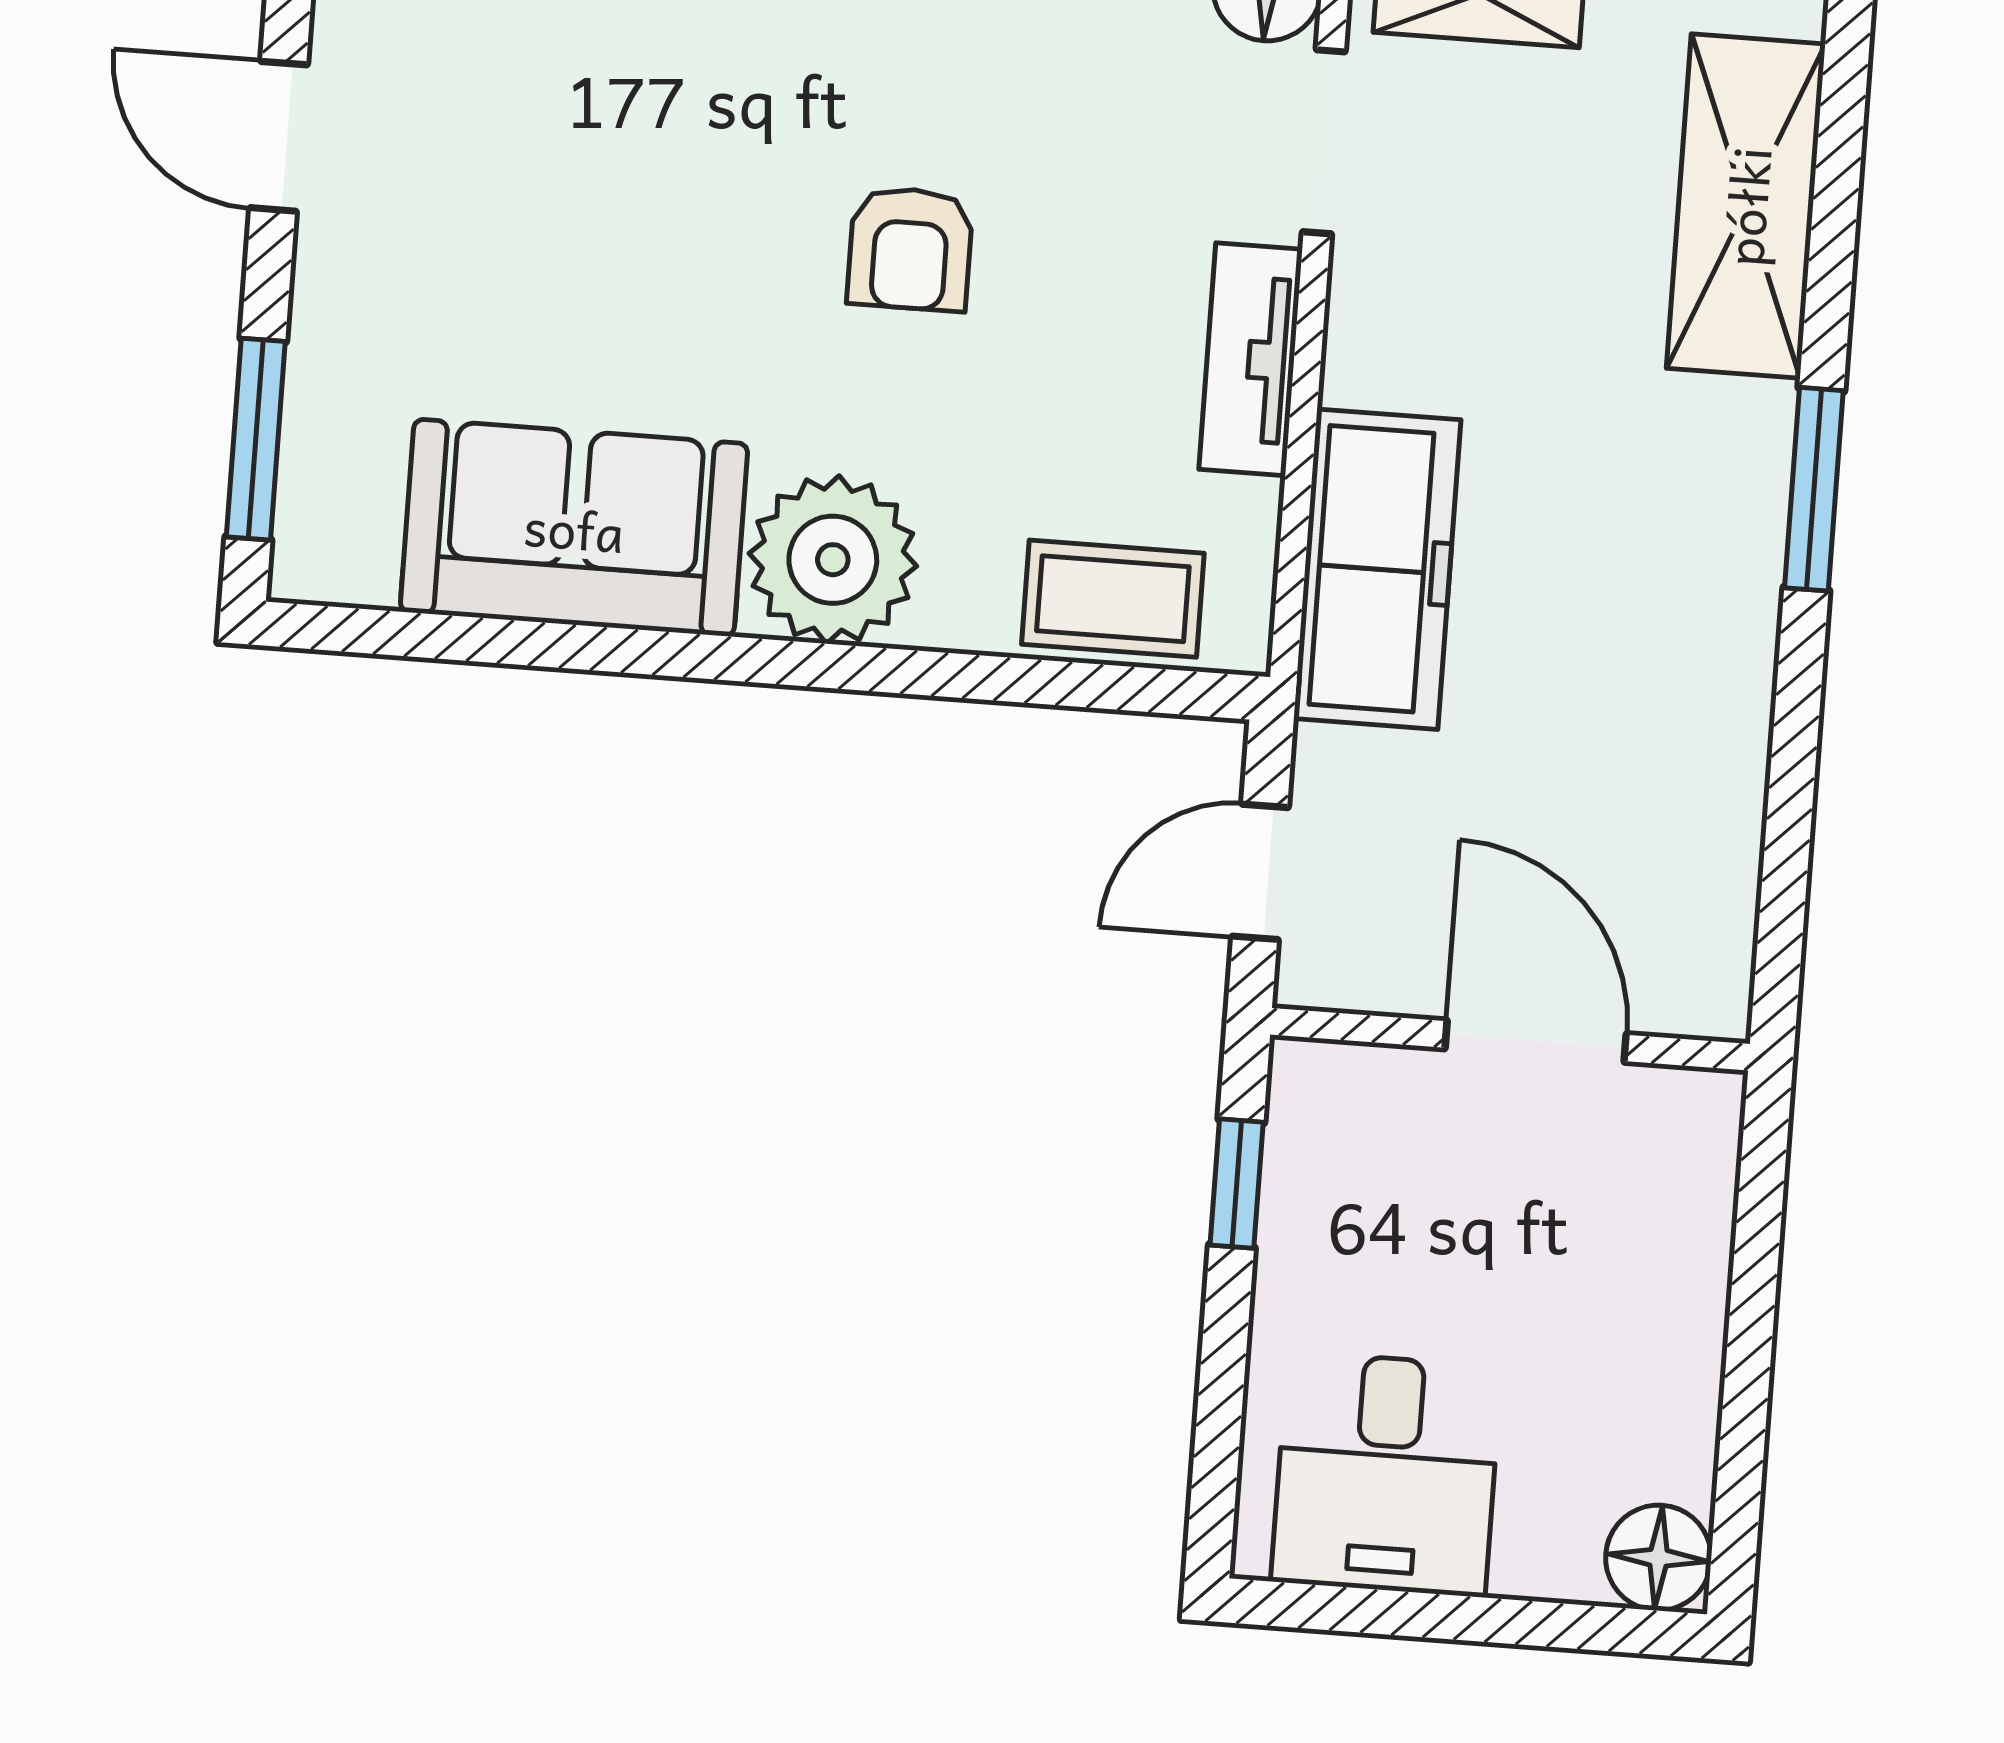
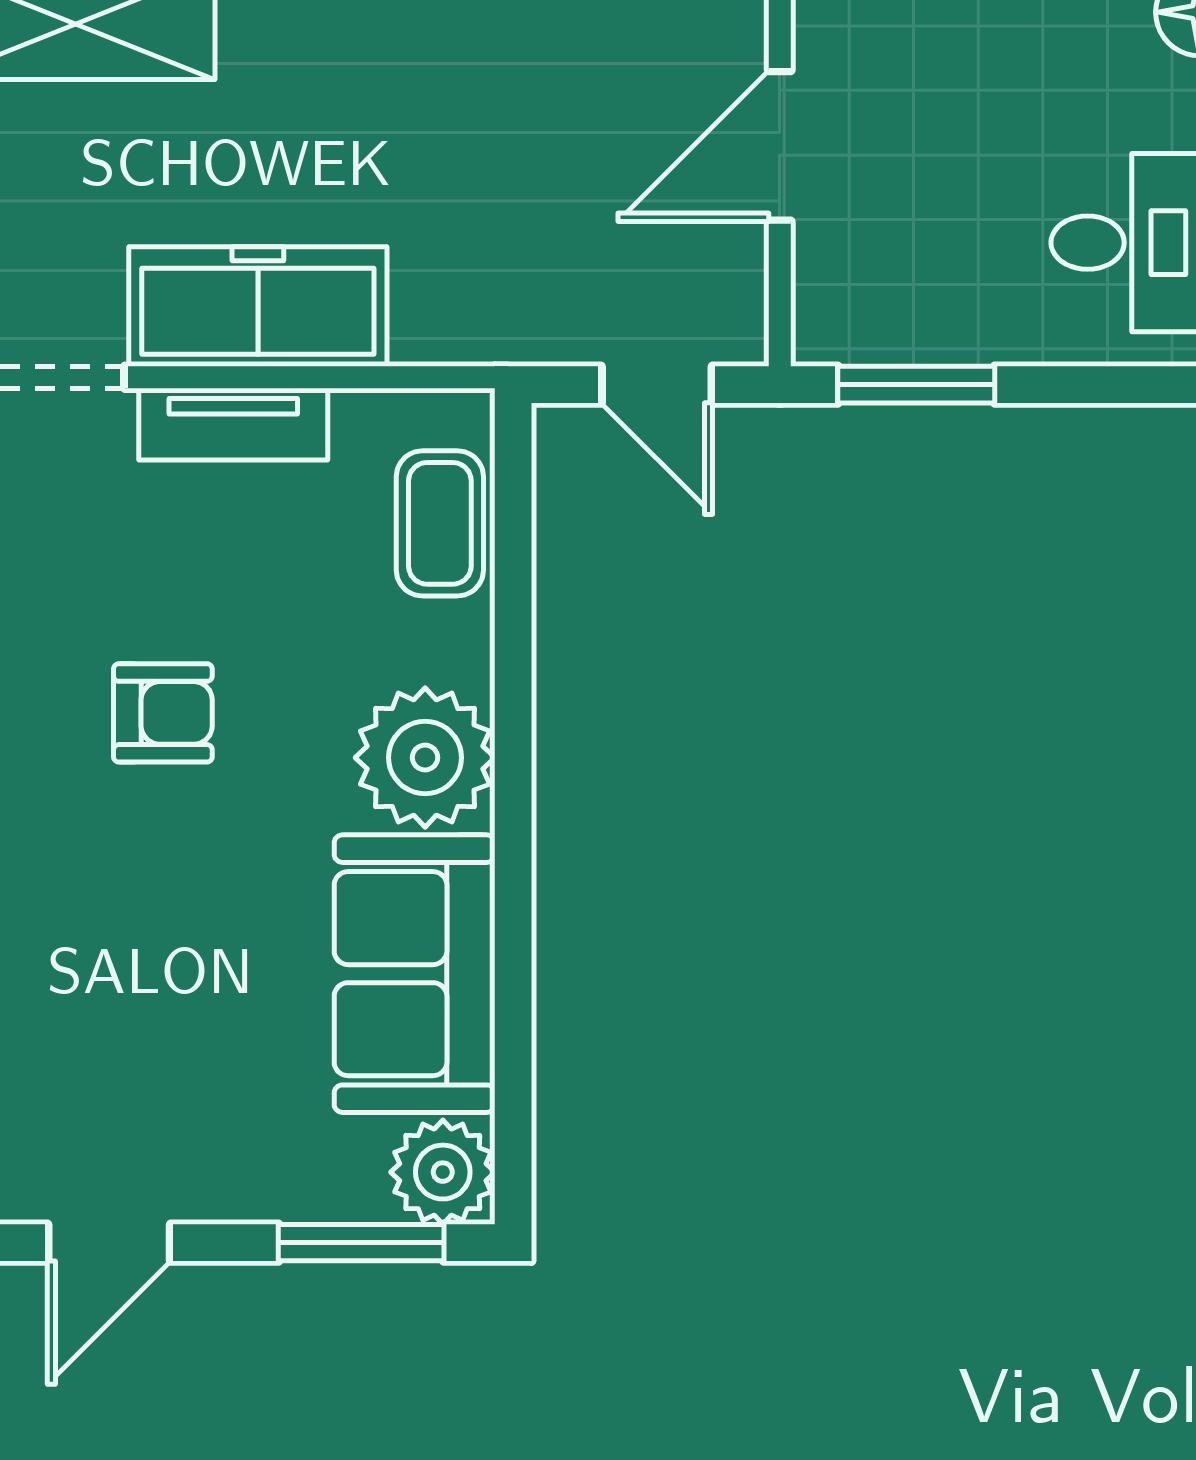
plant: (333, 544) -> (443, 1172), added
freezer: (1377, 569) -> (258, 306), moved
window: (1237, 1184) -> (916, 385), width x1.50

